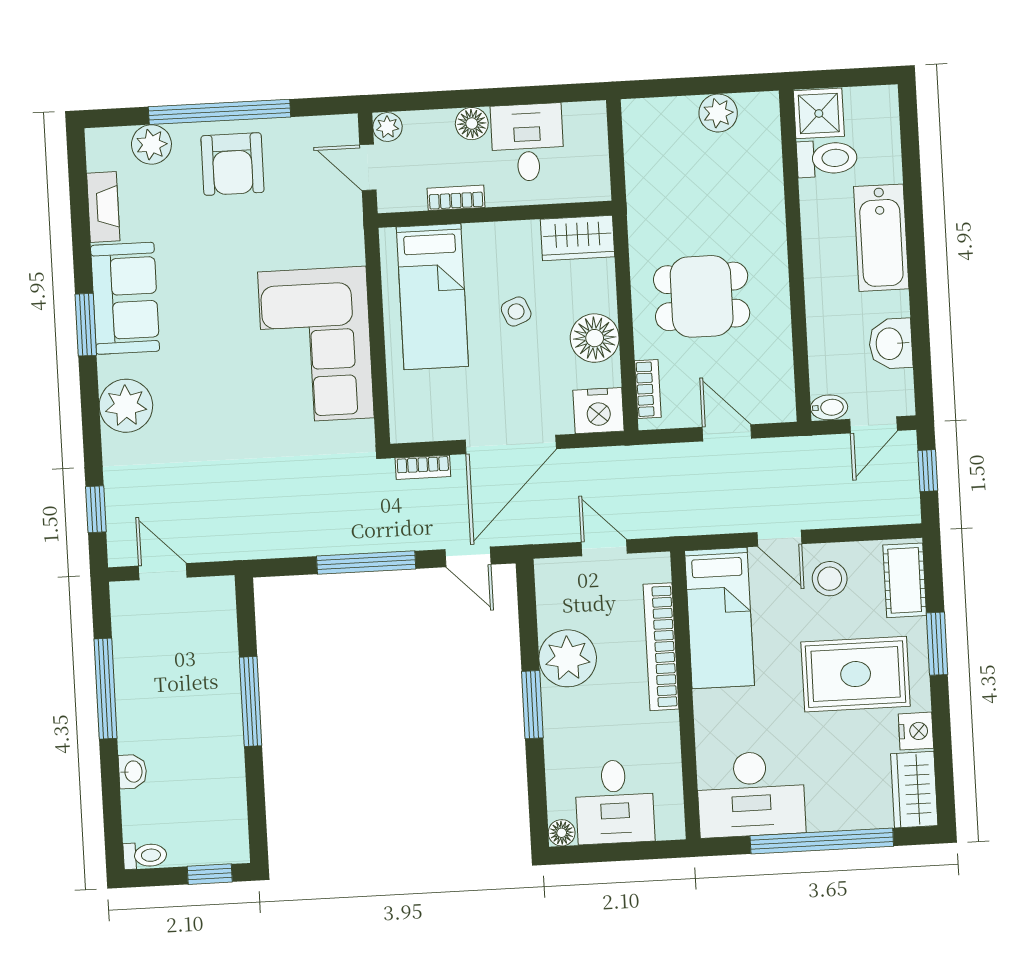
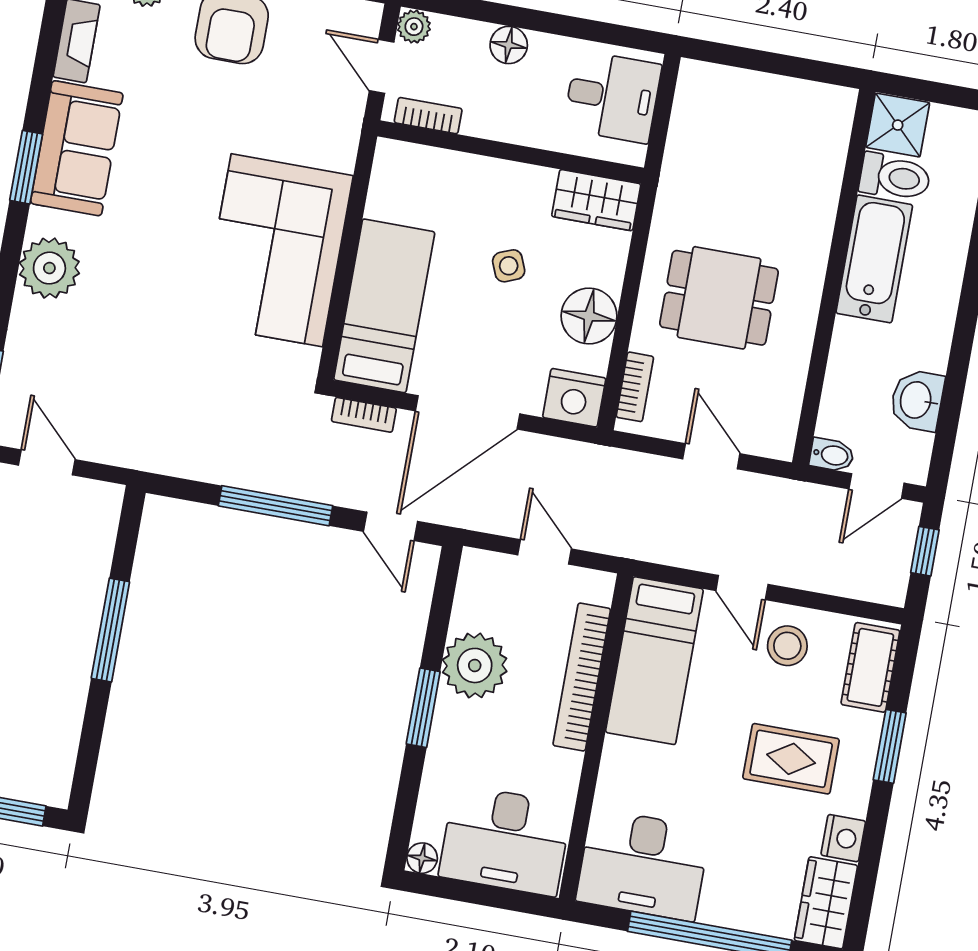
plant: (718, 113) -> (786, 98), removed
desk: (527, 142) -> (612, 97), moved, turned 90
bookcase: (456, 198) -> (428, 116), moved
bathtub: (881, 238) -> (874, 259), moved, turned 180
bed: (432, 297) -> (384, 306), moved, turned 180
rug: (856, 674) -> (791, 759), width x0.73, depth x0.70
desk: (615, 802) -> (505, 840), width x1.37

